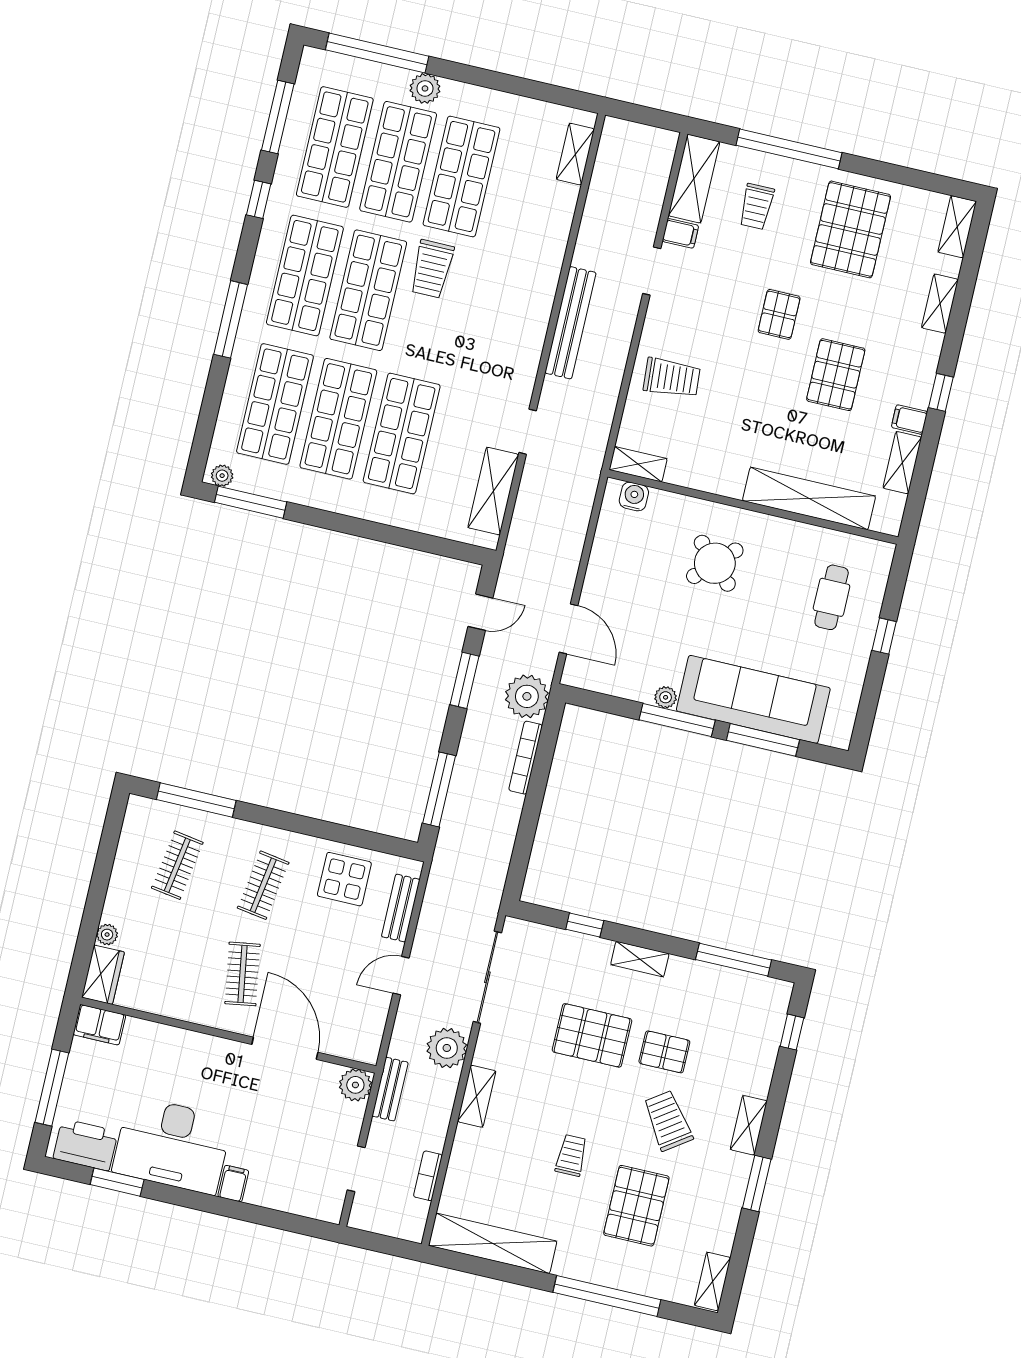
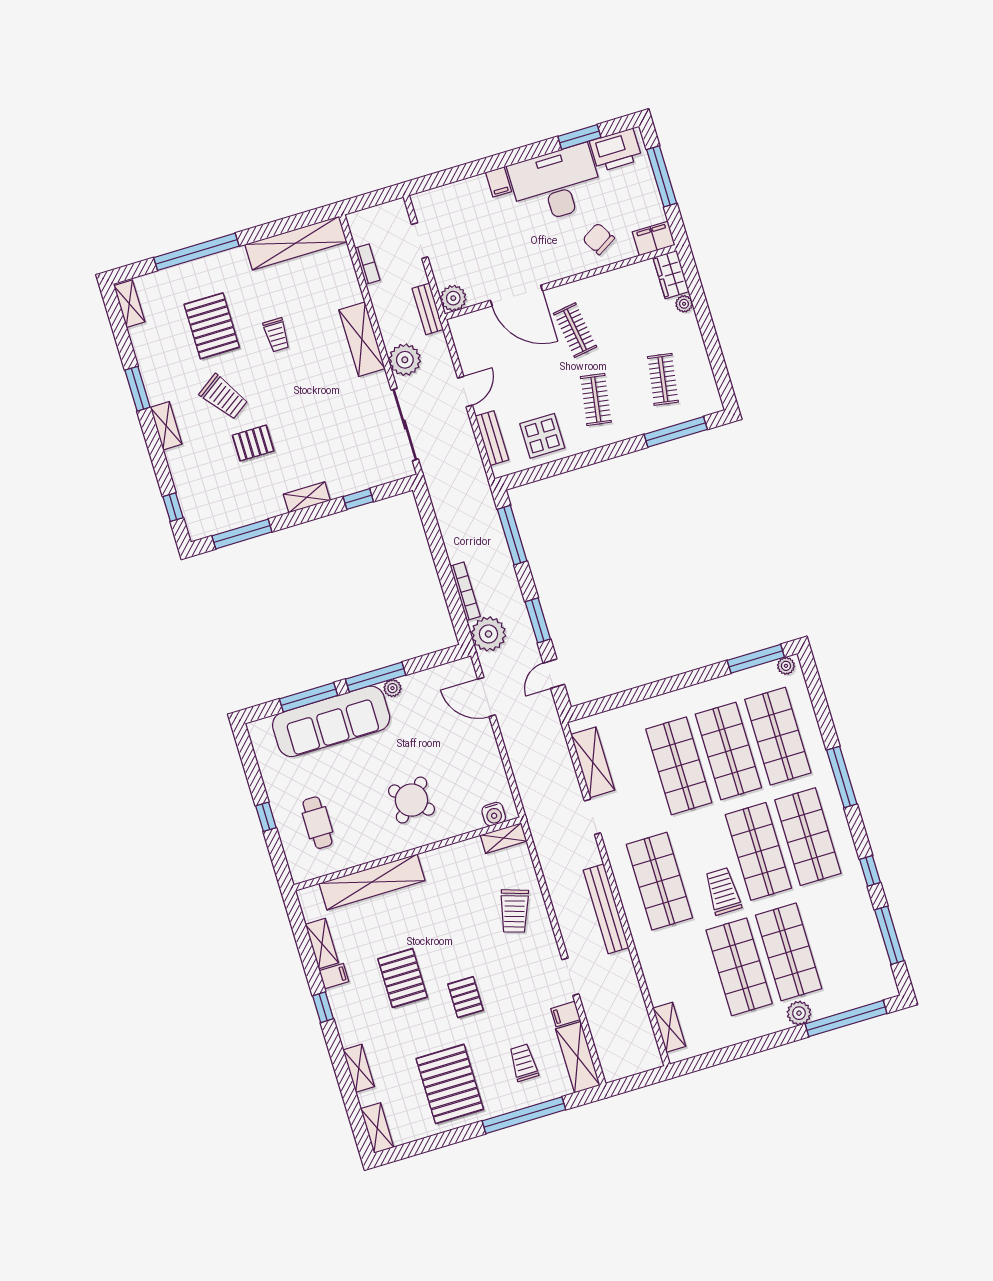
shop shelf: (335, 147) -> (659, 881), moved
trolley: (672, 378) -> (514, 911), turned -68
pallet: (592, 1035) -> (310, 426), removed
chair: (160, 1059) -> (599, 239), added
shelving: (477, 1096) -> (362, 339), width x1.50, depth x1.33

